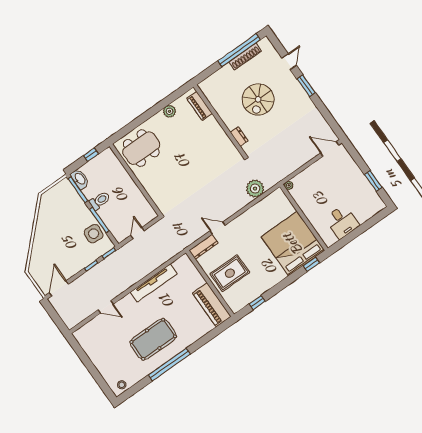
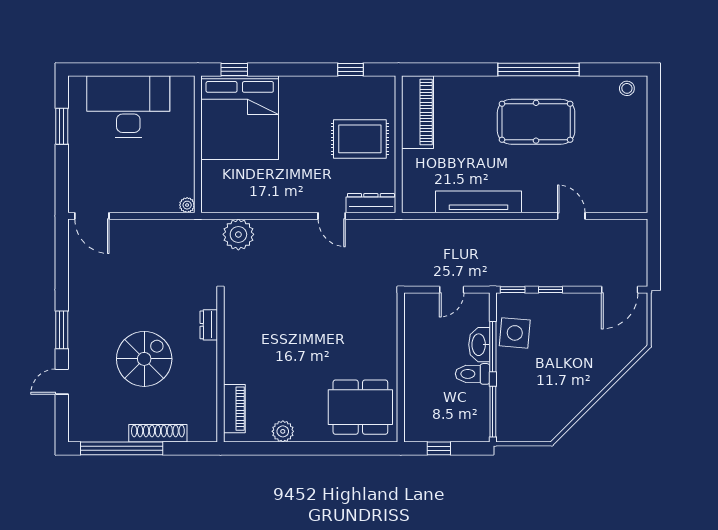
shoe rack: (245, 57) -> (158, 433), moved
washbasin: (80, 179) -> (479, 345), moved
desk: (342, 222) -> (128, 107), width x1.87, depth x1.30

